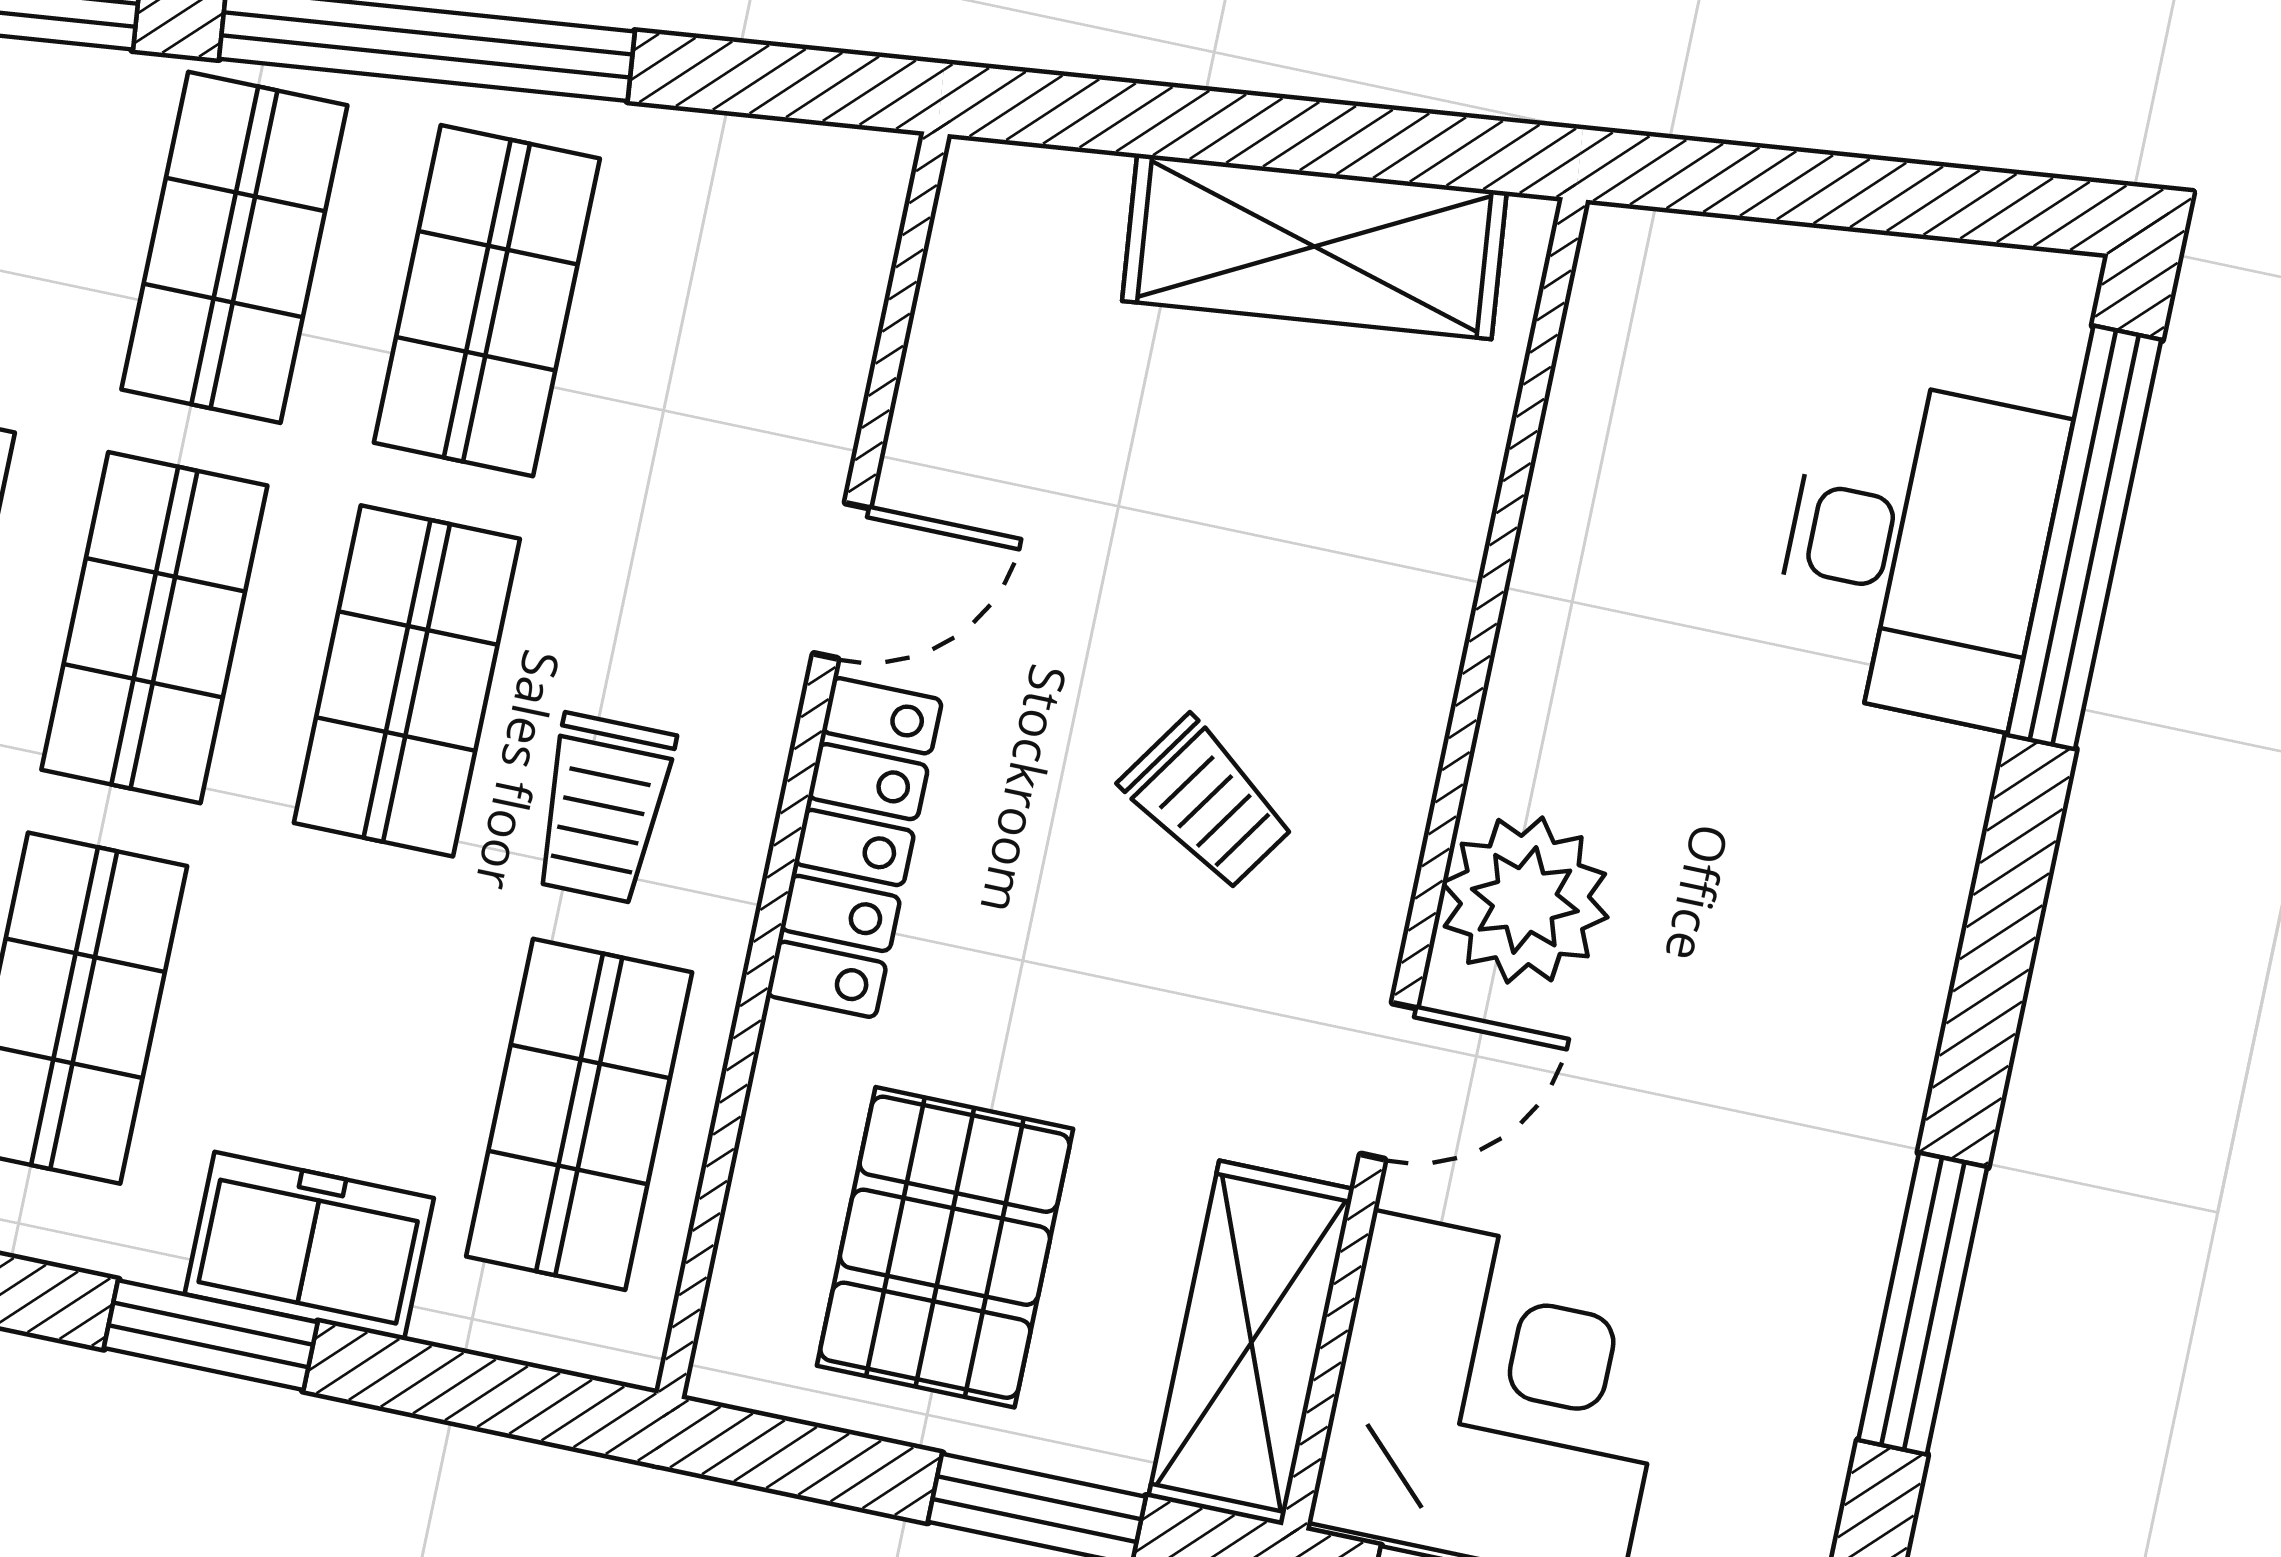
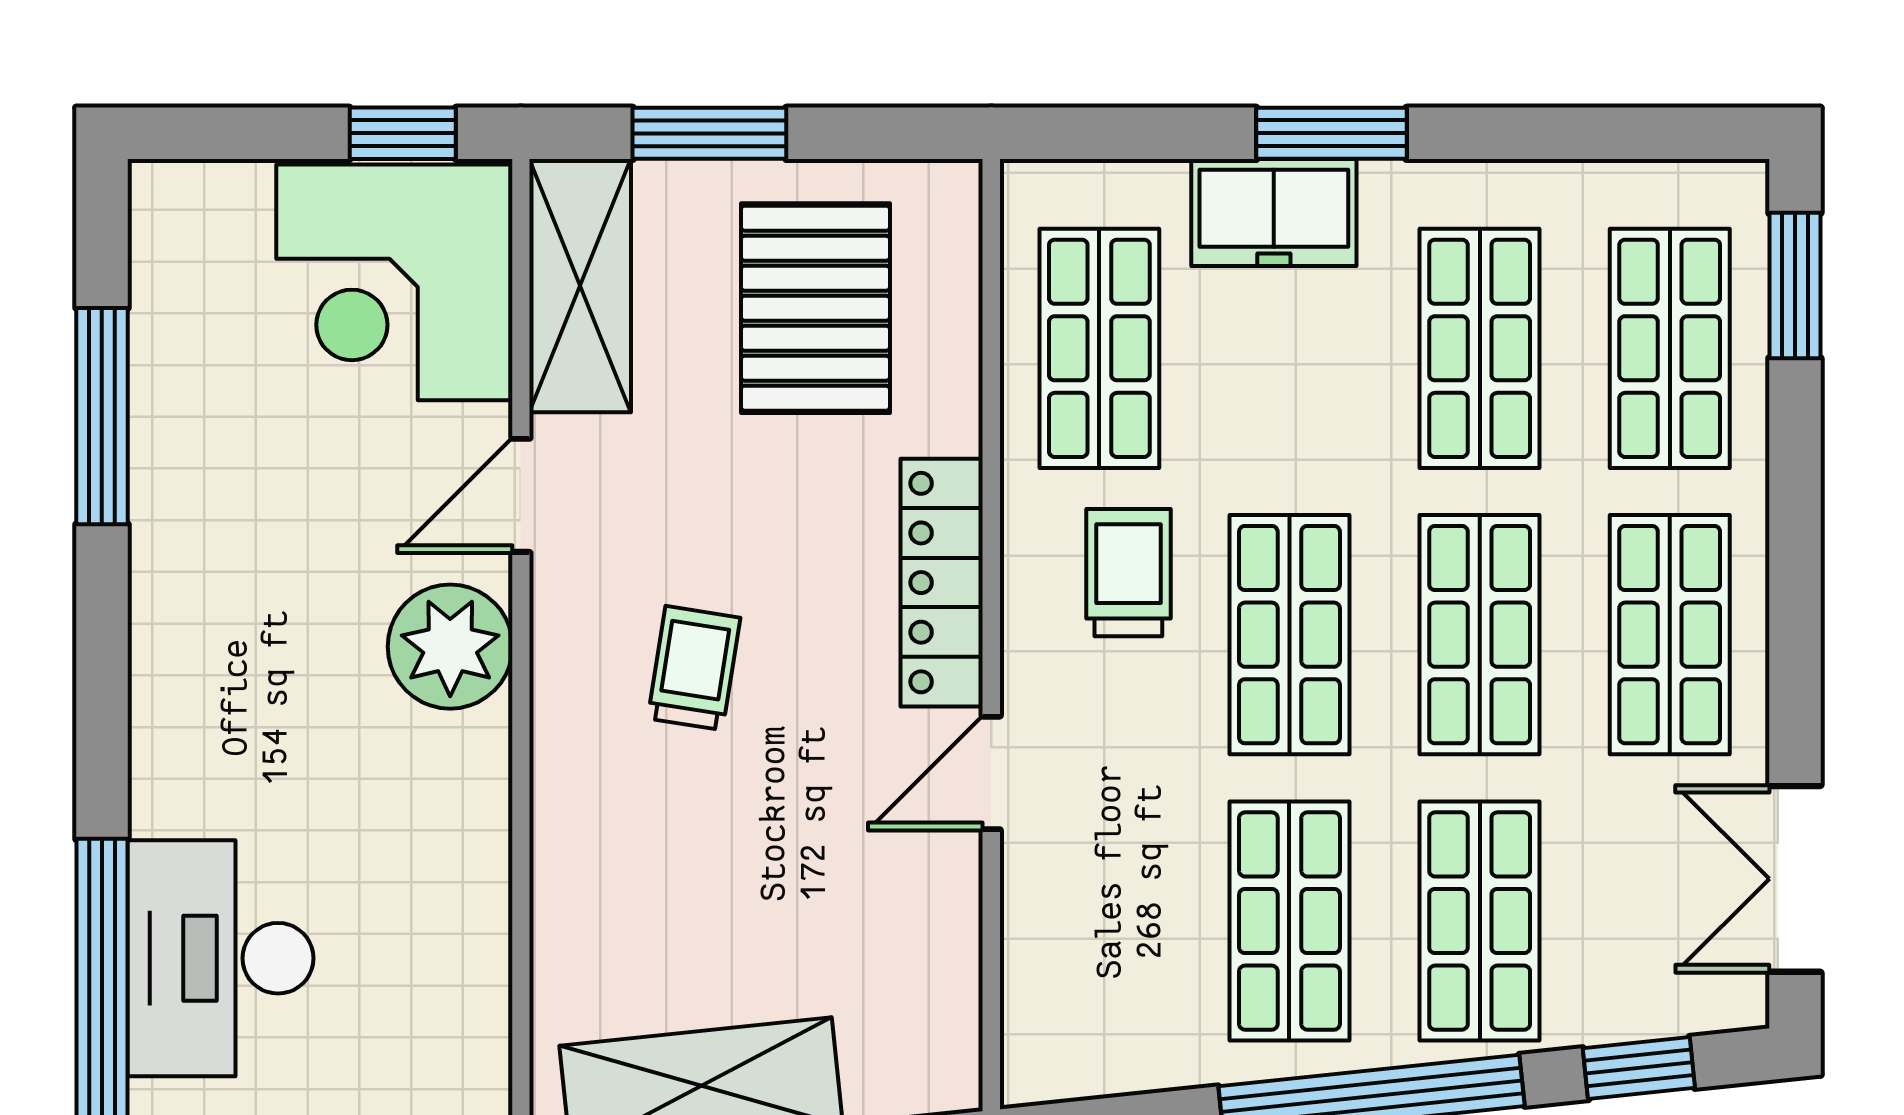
trolley: (1207, 803) -> (694, 668), turned 65

